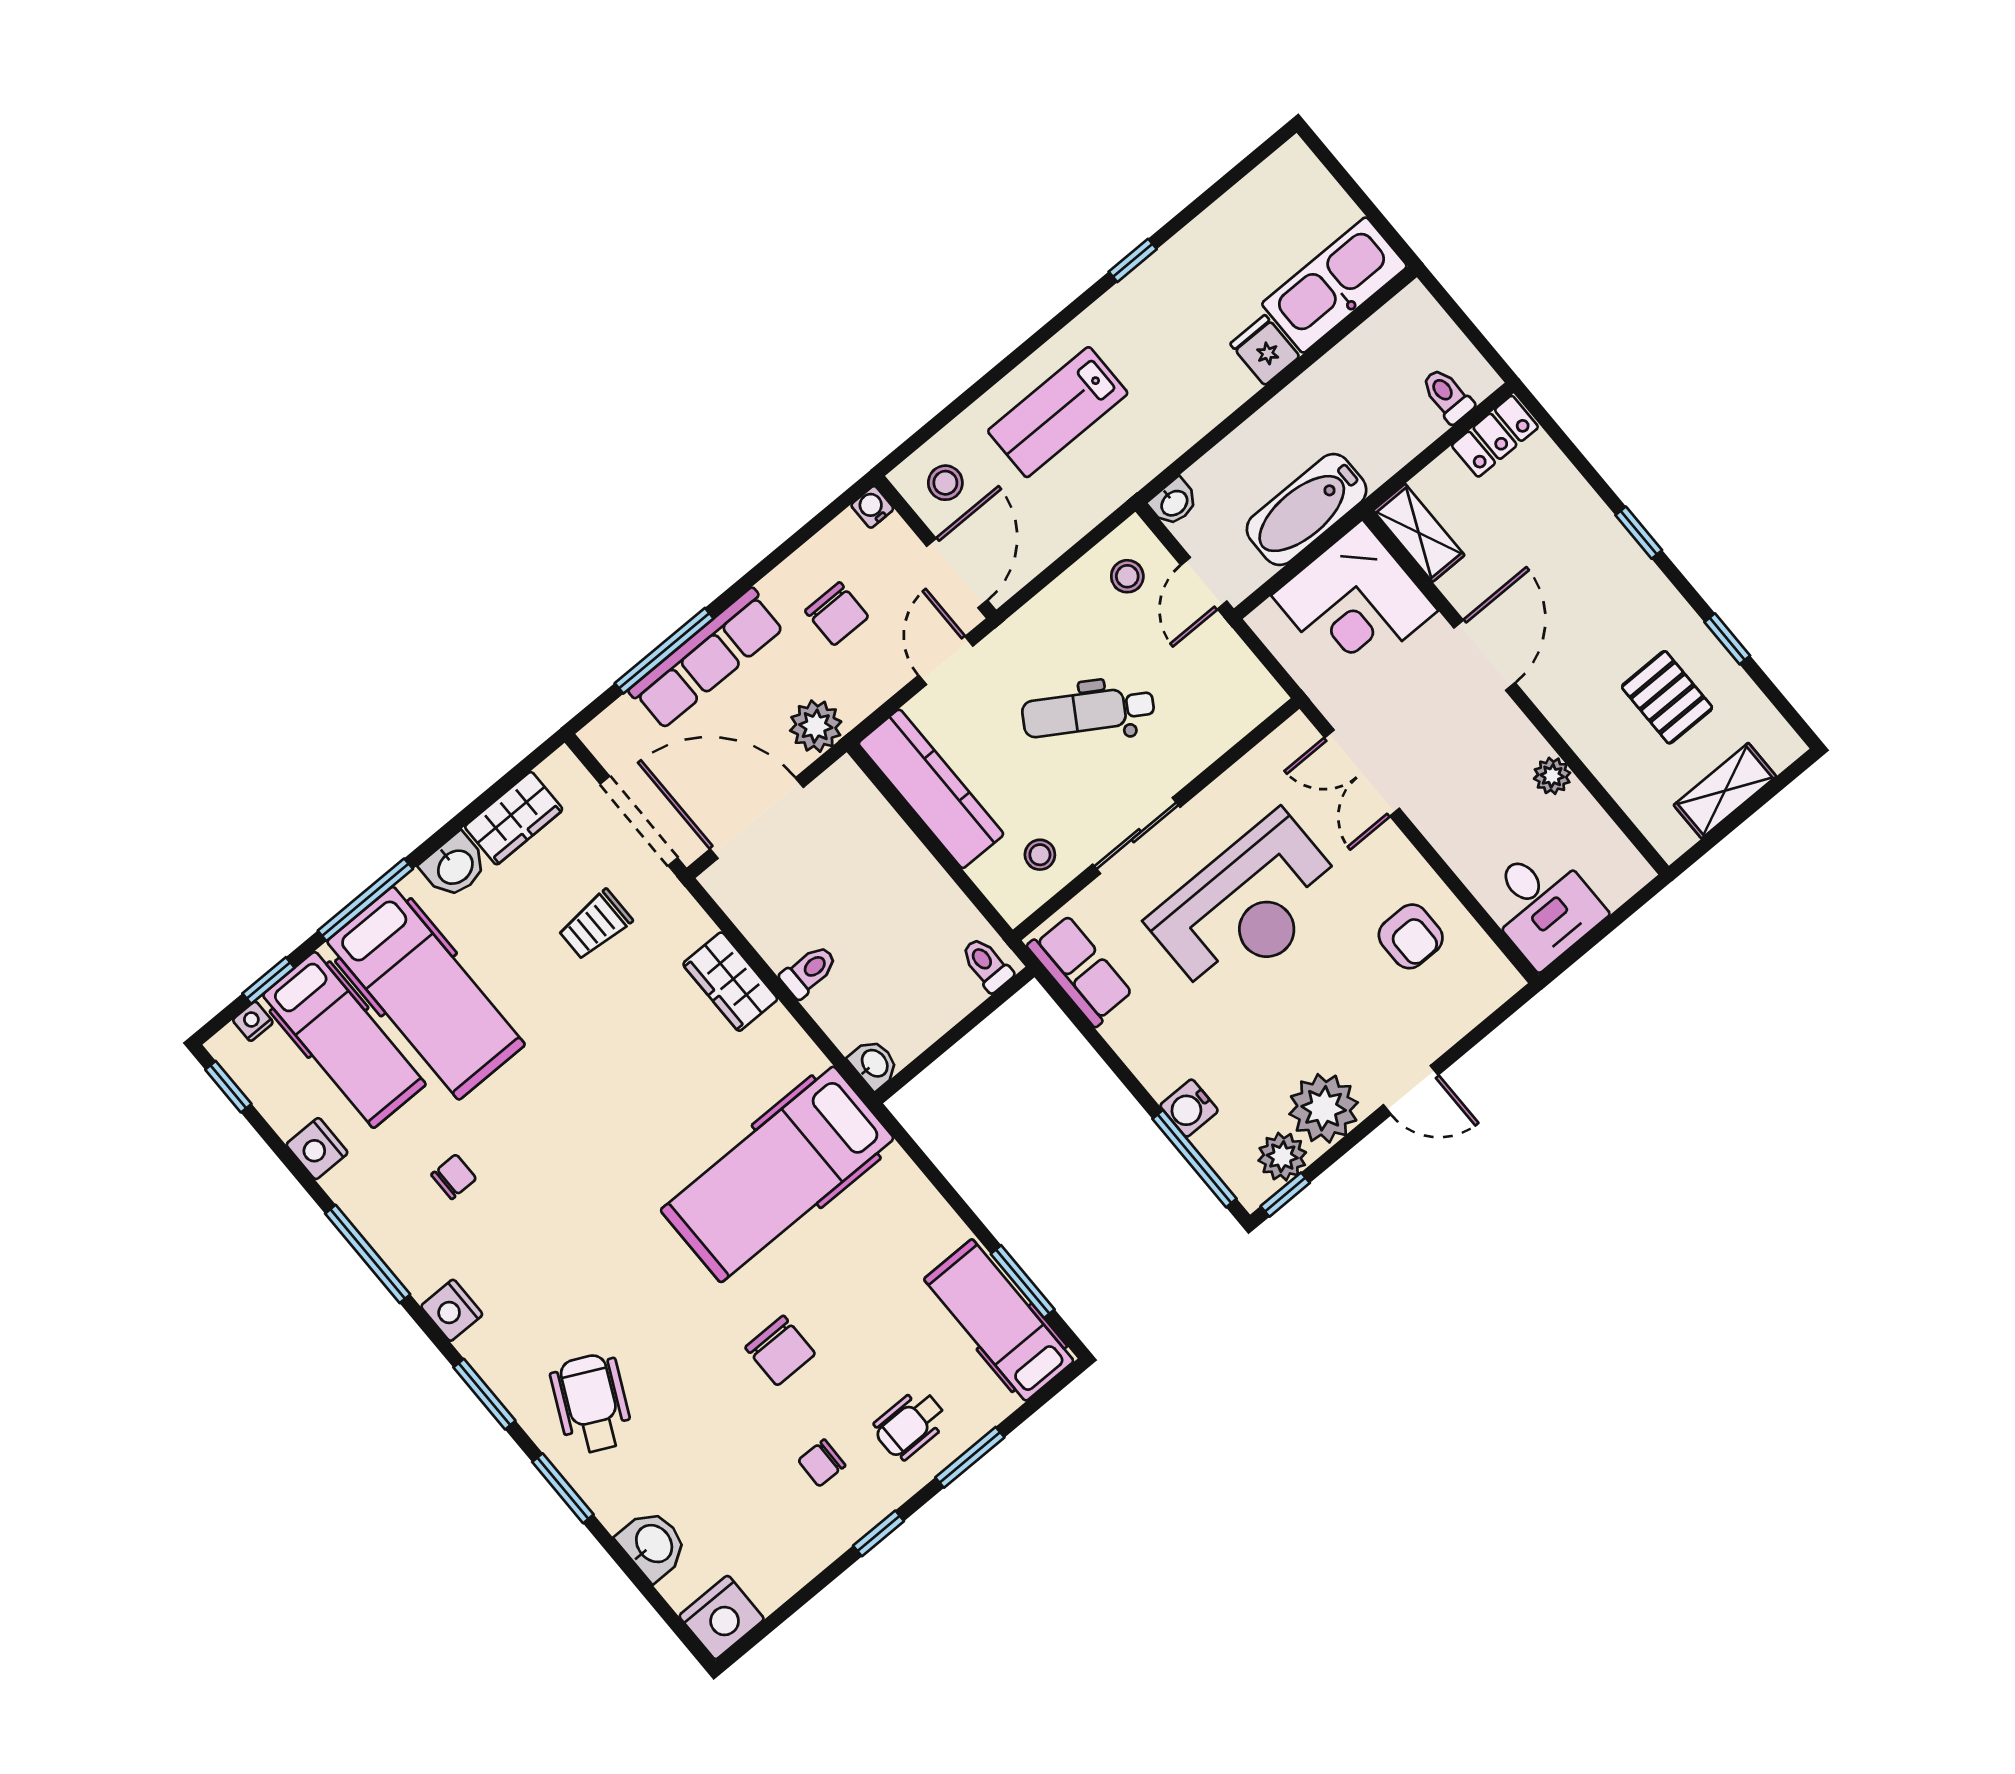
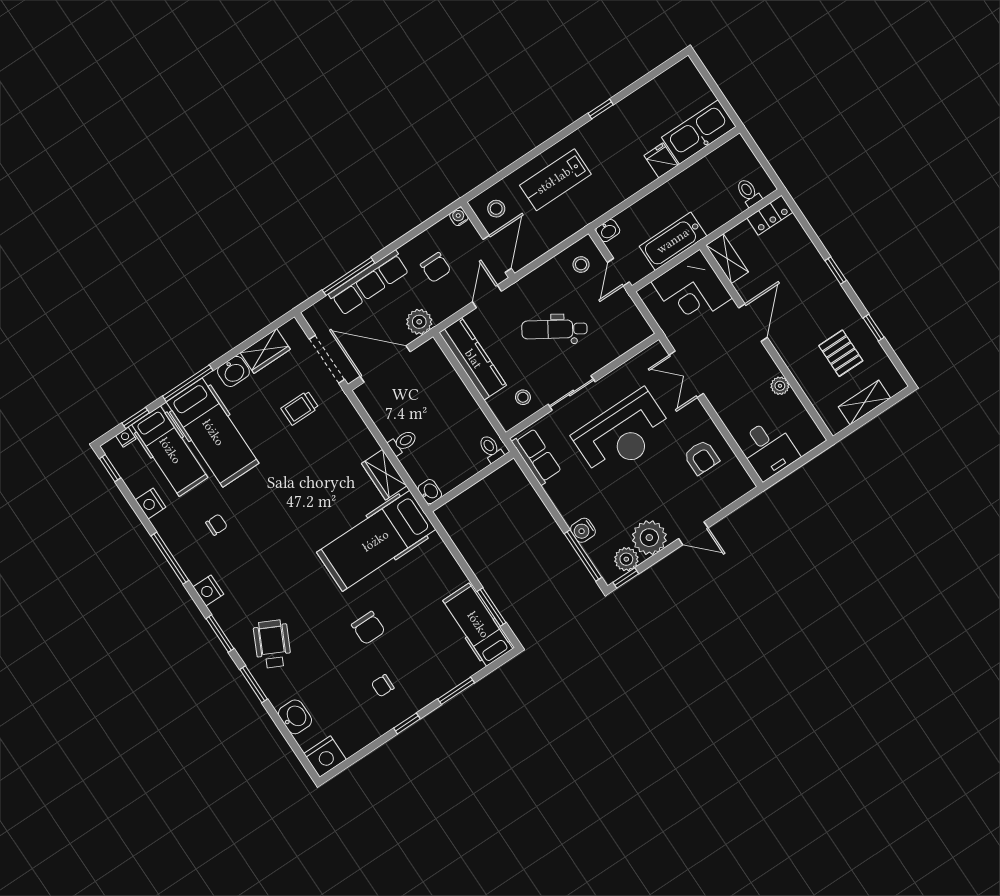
wardrobe: (730, 982) -> (384, 475), moved
wheelchair: (910, 1424) -> (428, 671), removed

